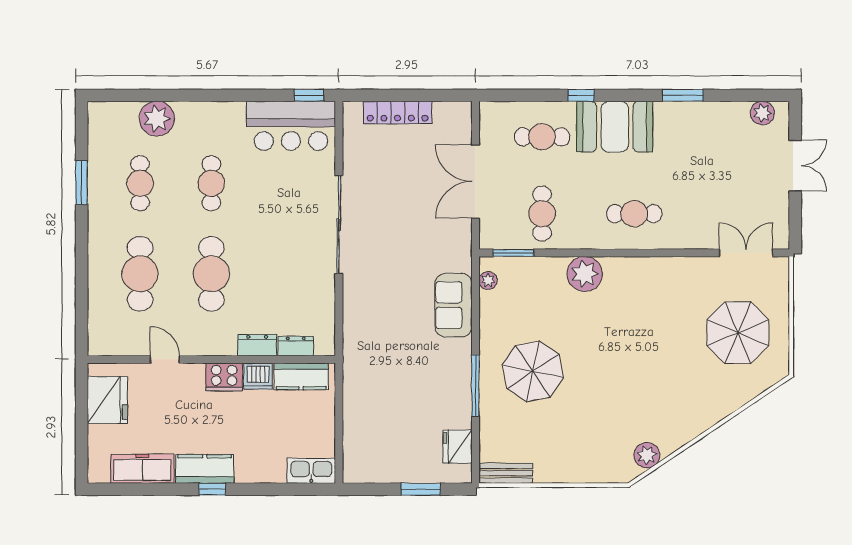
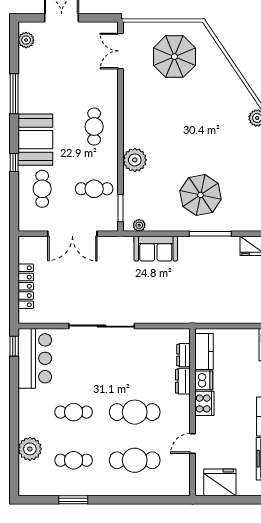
window: (683, 95) -> (14, 94), width x1.44

